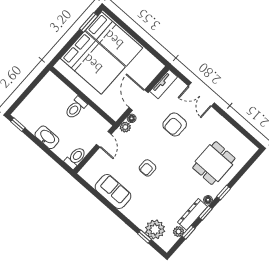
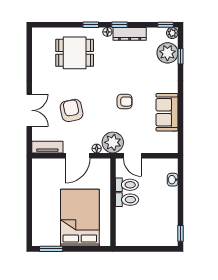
bed: (114, 39) -> (47, 217), removed
armchair: (175, 124) -> (72, 110), turned -102
plant: (125, 127) -> (113, 142), width x1.88, depth x1.88
washbasin: (47, 137) -> (173, 180), moved, width x0.52, depth x0.69
door: (104, 139) -> (132, 156), swing flipped
toilet: (75, 158) -> (127, 185), moved, turned 180
plant: (179, 232) -> (172, 33), moved
window: (188, 232) -> (165, 25), moved

